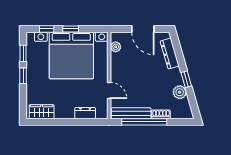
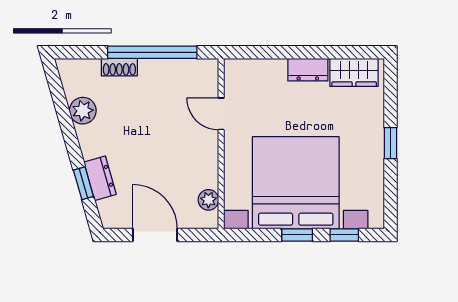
window: (23, 53) -> (390, 187), removed
dresser: (170, 54) -> (100, 178), width x0.70
window: (186, 79) -> (83, 183), moved
dresser: (85, 113) -> (308, 70), moved
bench: (131, 113) -> (178, 69), removed

